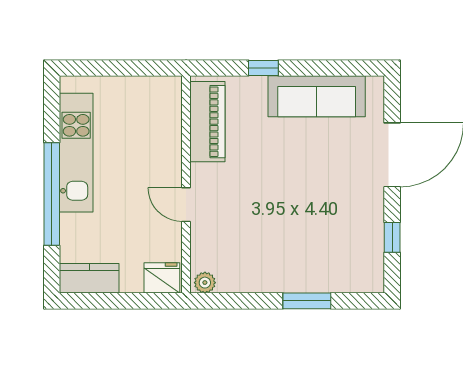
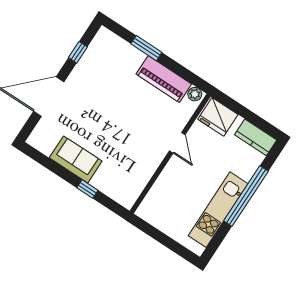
sofa: (317, 96) -> (76, 159), width x0.73
piano: (207, 122) -> (164, 79), moved, turned -90
fridge: (162, 278) -> (218, 117), width x1.36, depth x1.34

